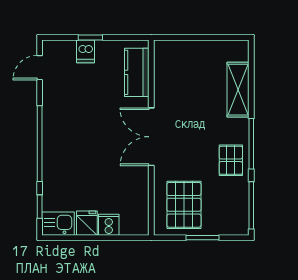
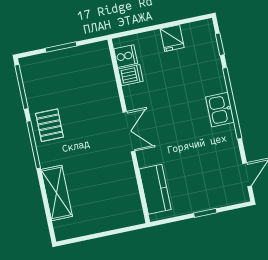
dishwasher: (86, 51) -> (131, 75), moved, turned 90
double door: (151, 137) -> (129, 132), width x0.73
pallet: (184, 205) -> (85, 74), removed
kitchen sink: (58, 224) -> (220, 110), moved, turned 90
cooker: (109, 225) -> (126, 56), moved, turned -90

